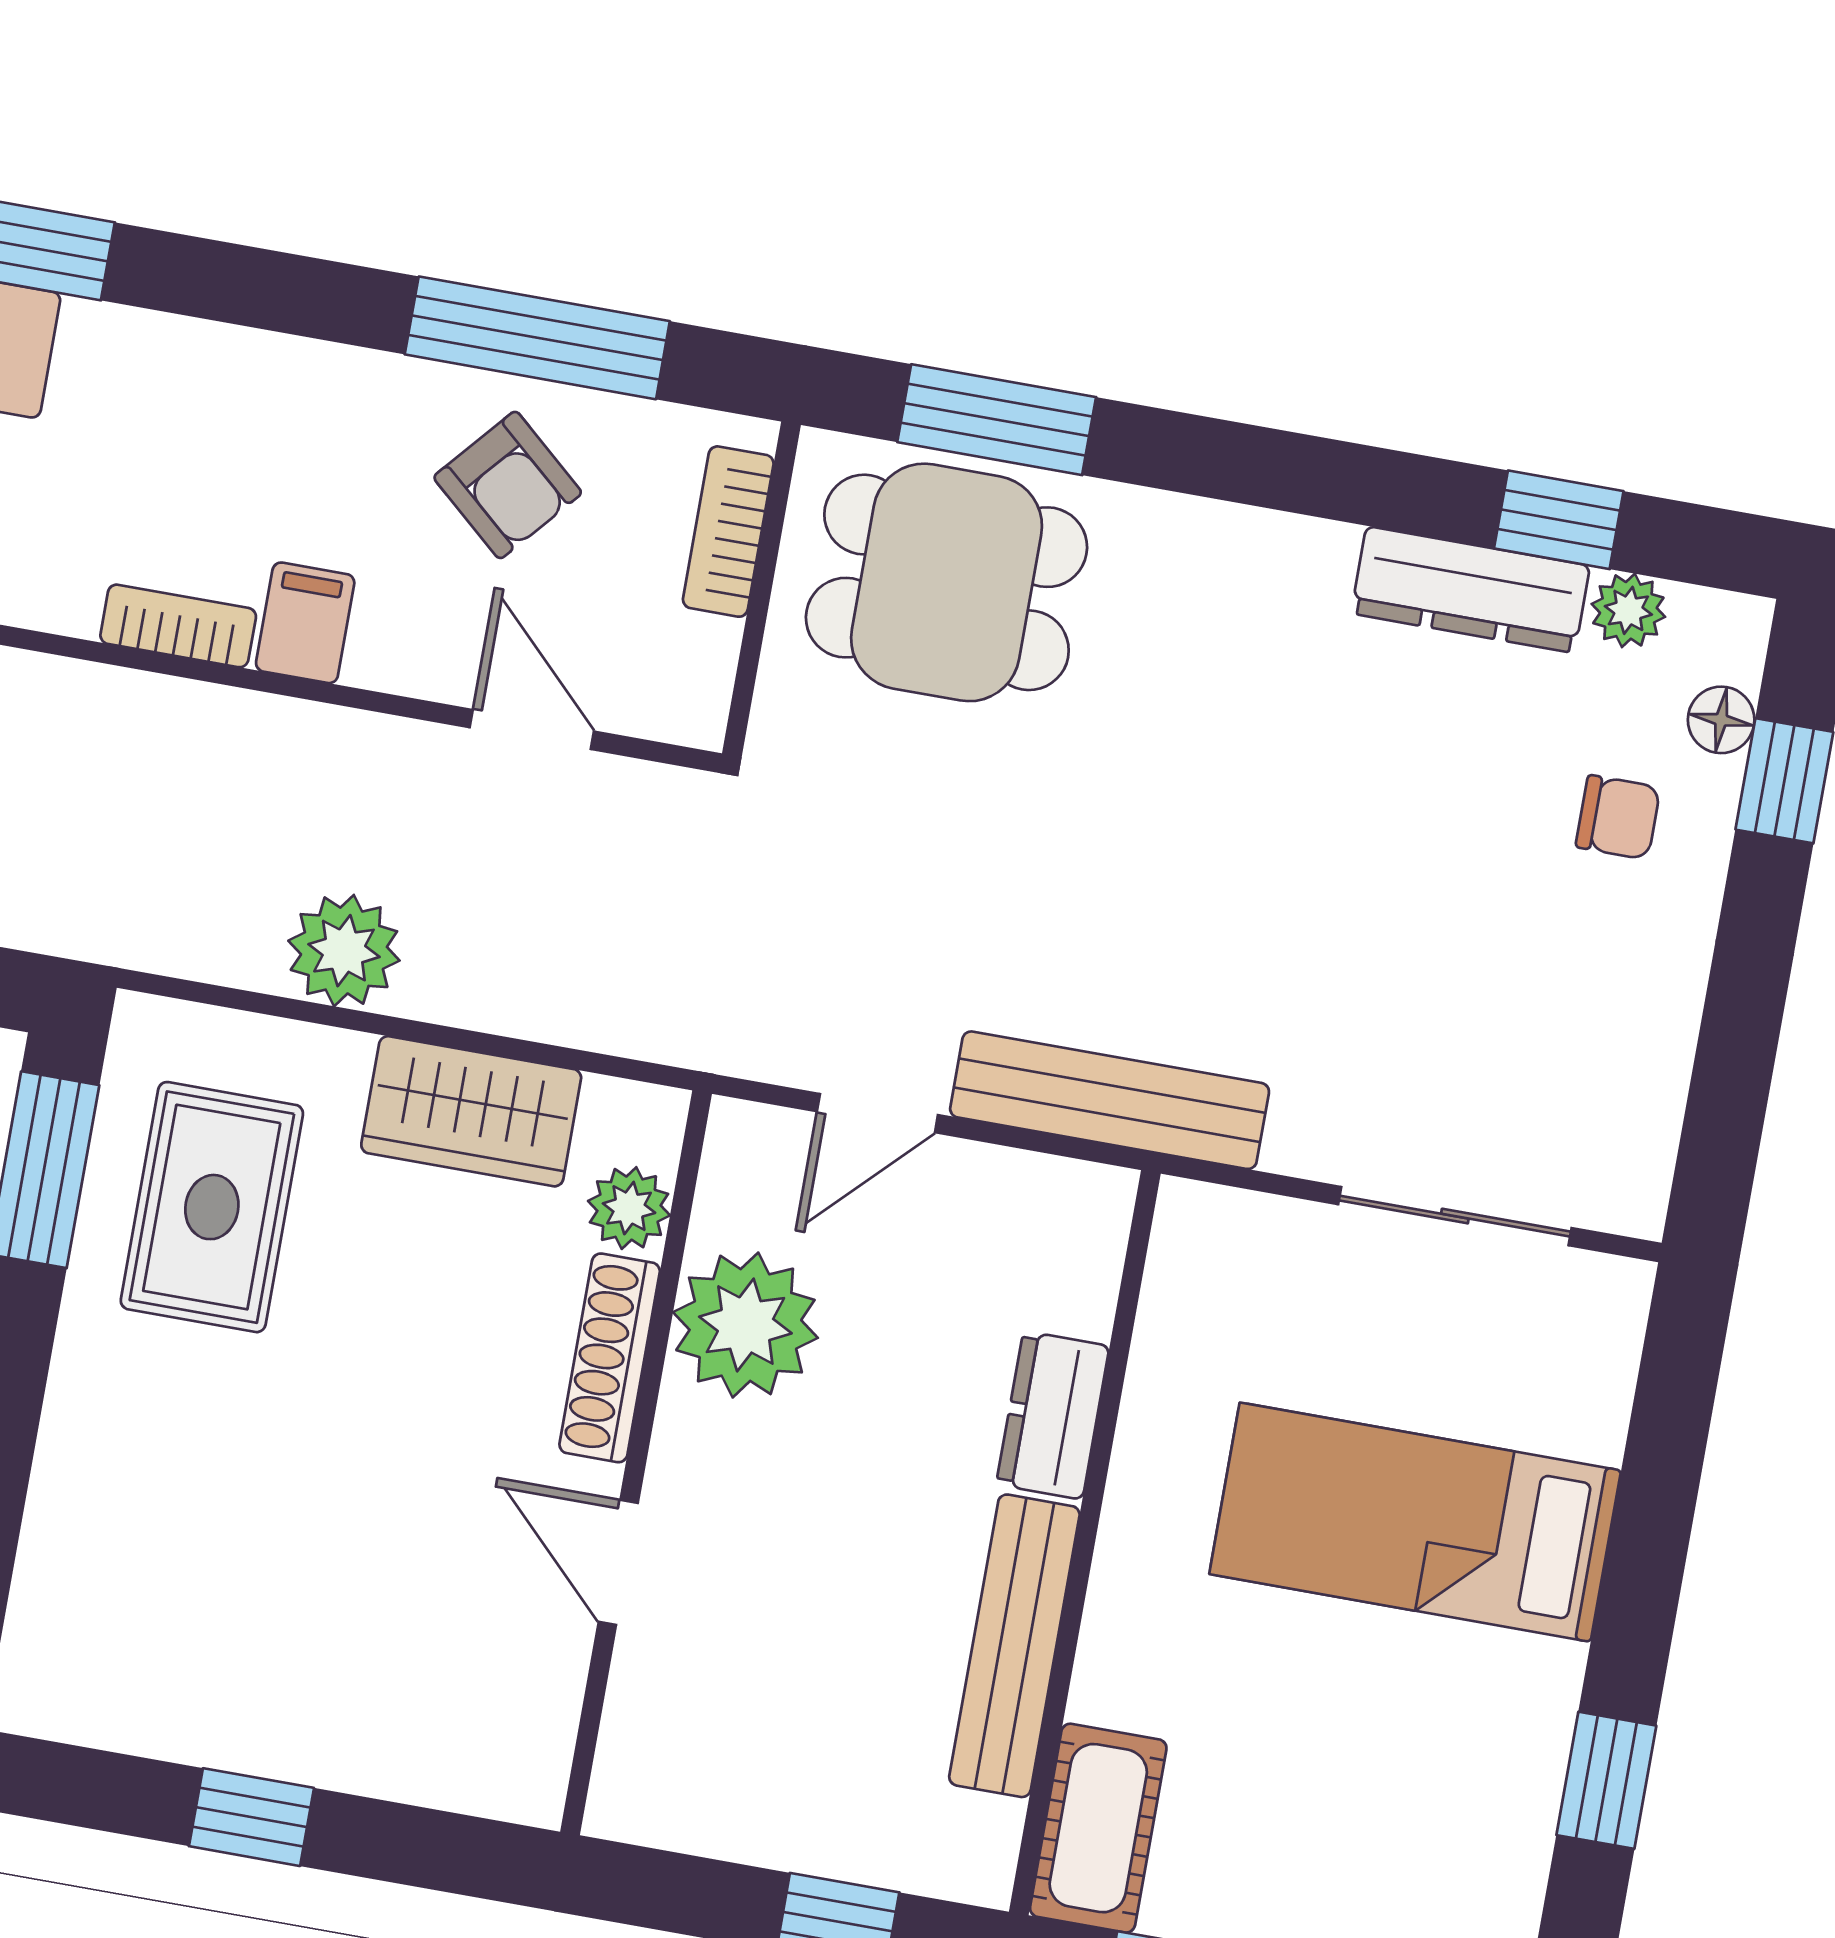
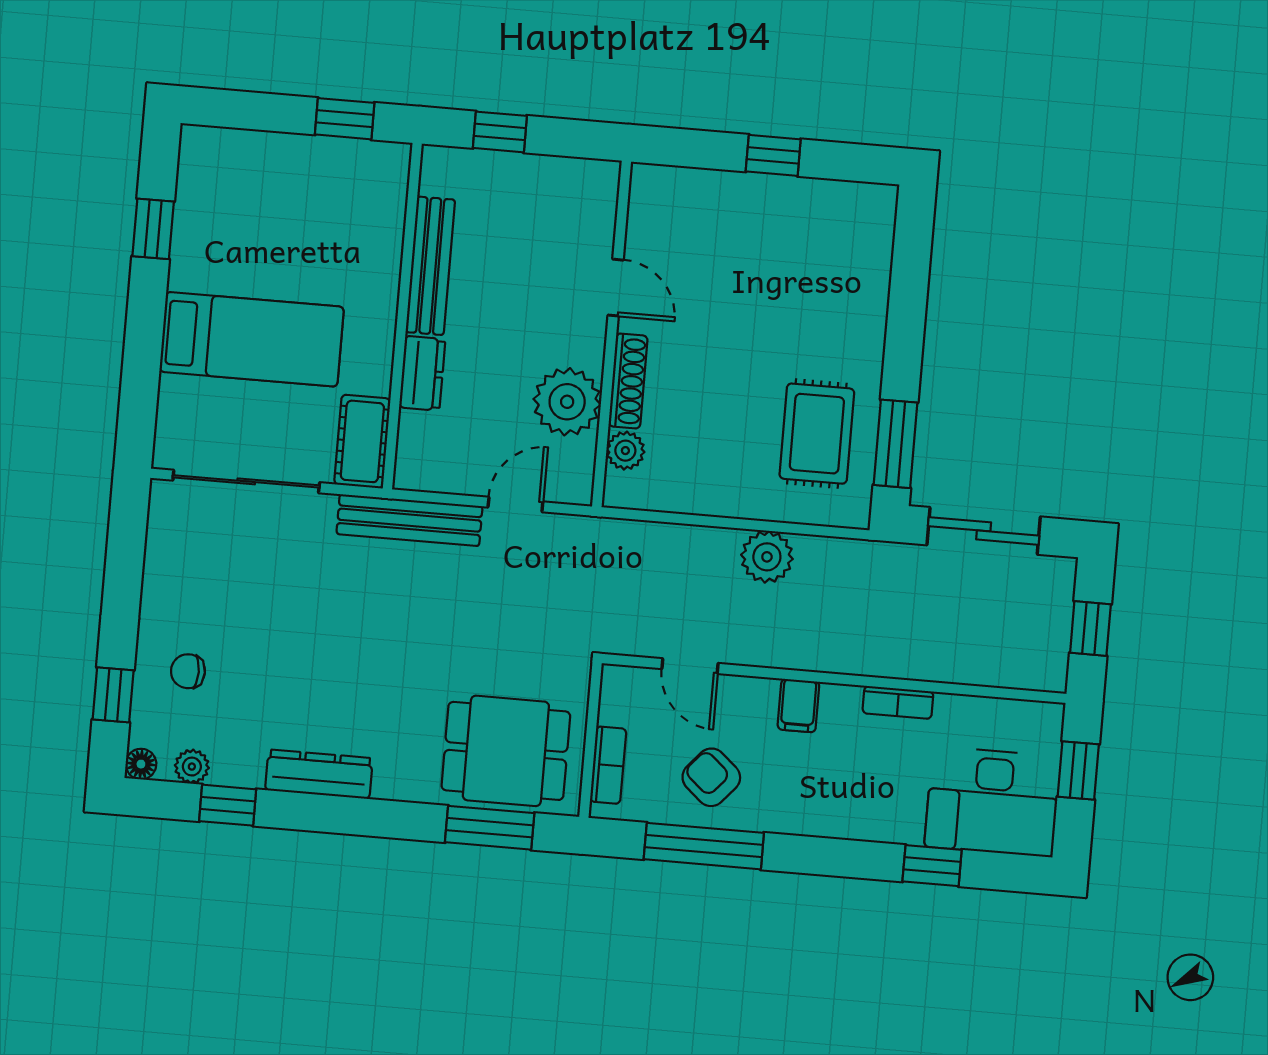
dresser: (1470, 590) -> (319, 774), moved
bookcase: (178, 626) -> (898, 702), moved
floor lamp: (1721, 720) -> (141, 764), moved
wardrobe: (471, 1111) -> (702, 488), removed
sliding door: (1455, 1216) -> (246, 481), width x1.37
cot: (1098, 1828) -> (362, 441), moved

